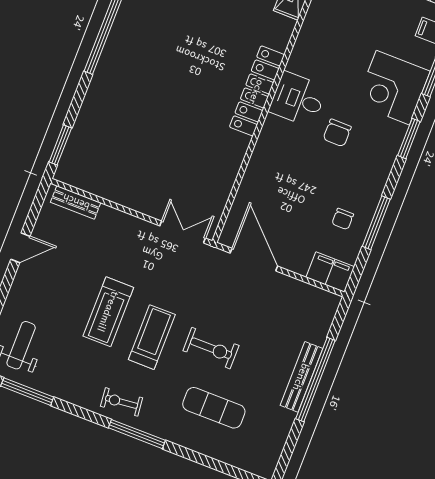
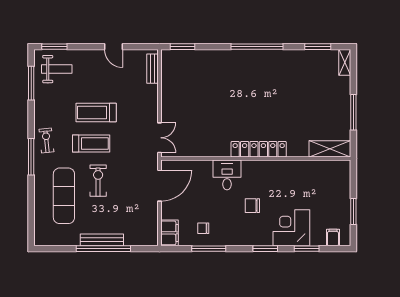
desk: (298, 99) -> (227, 175), moved
exercise bike: (211, 348) -> (98, 181), turned 180
exercise mat: (214, 408) -> (64, 196), width x1.36, depth x1.45

